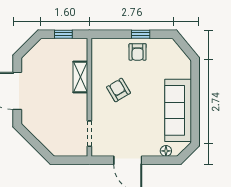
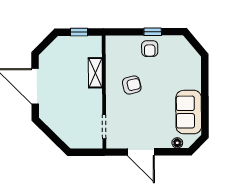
armchair: (118, 90) -> (132, 85), turned 108
sofa: (178, 110) -> (189, 112), width x0.73

